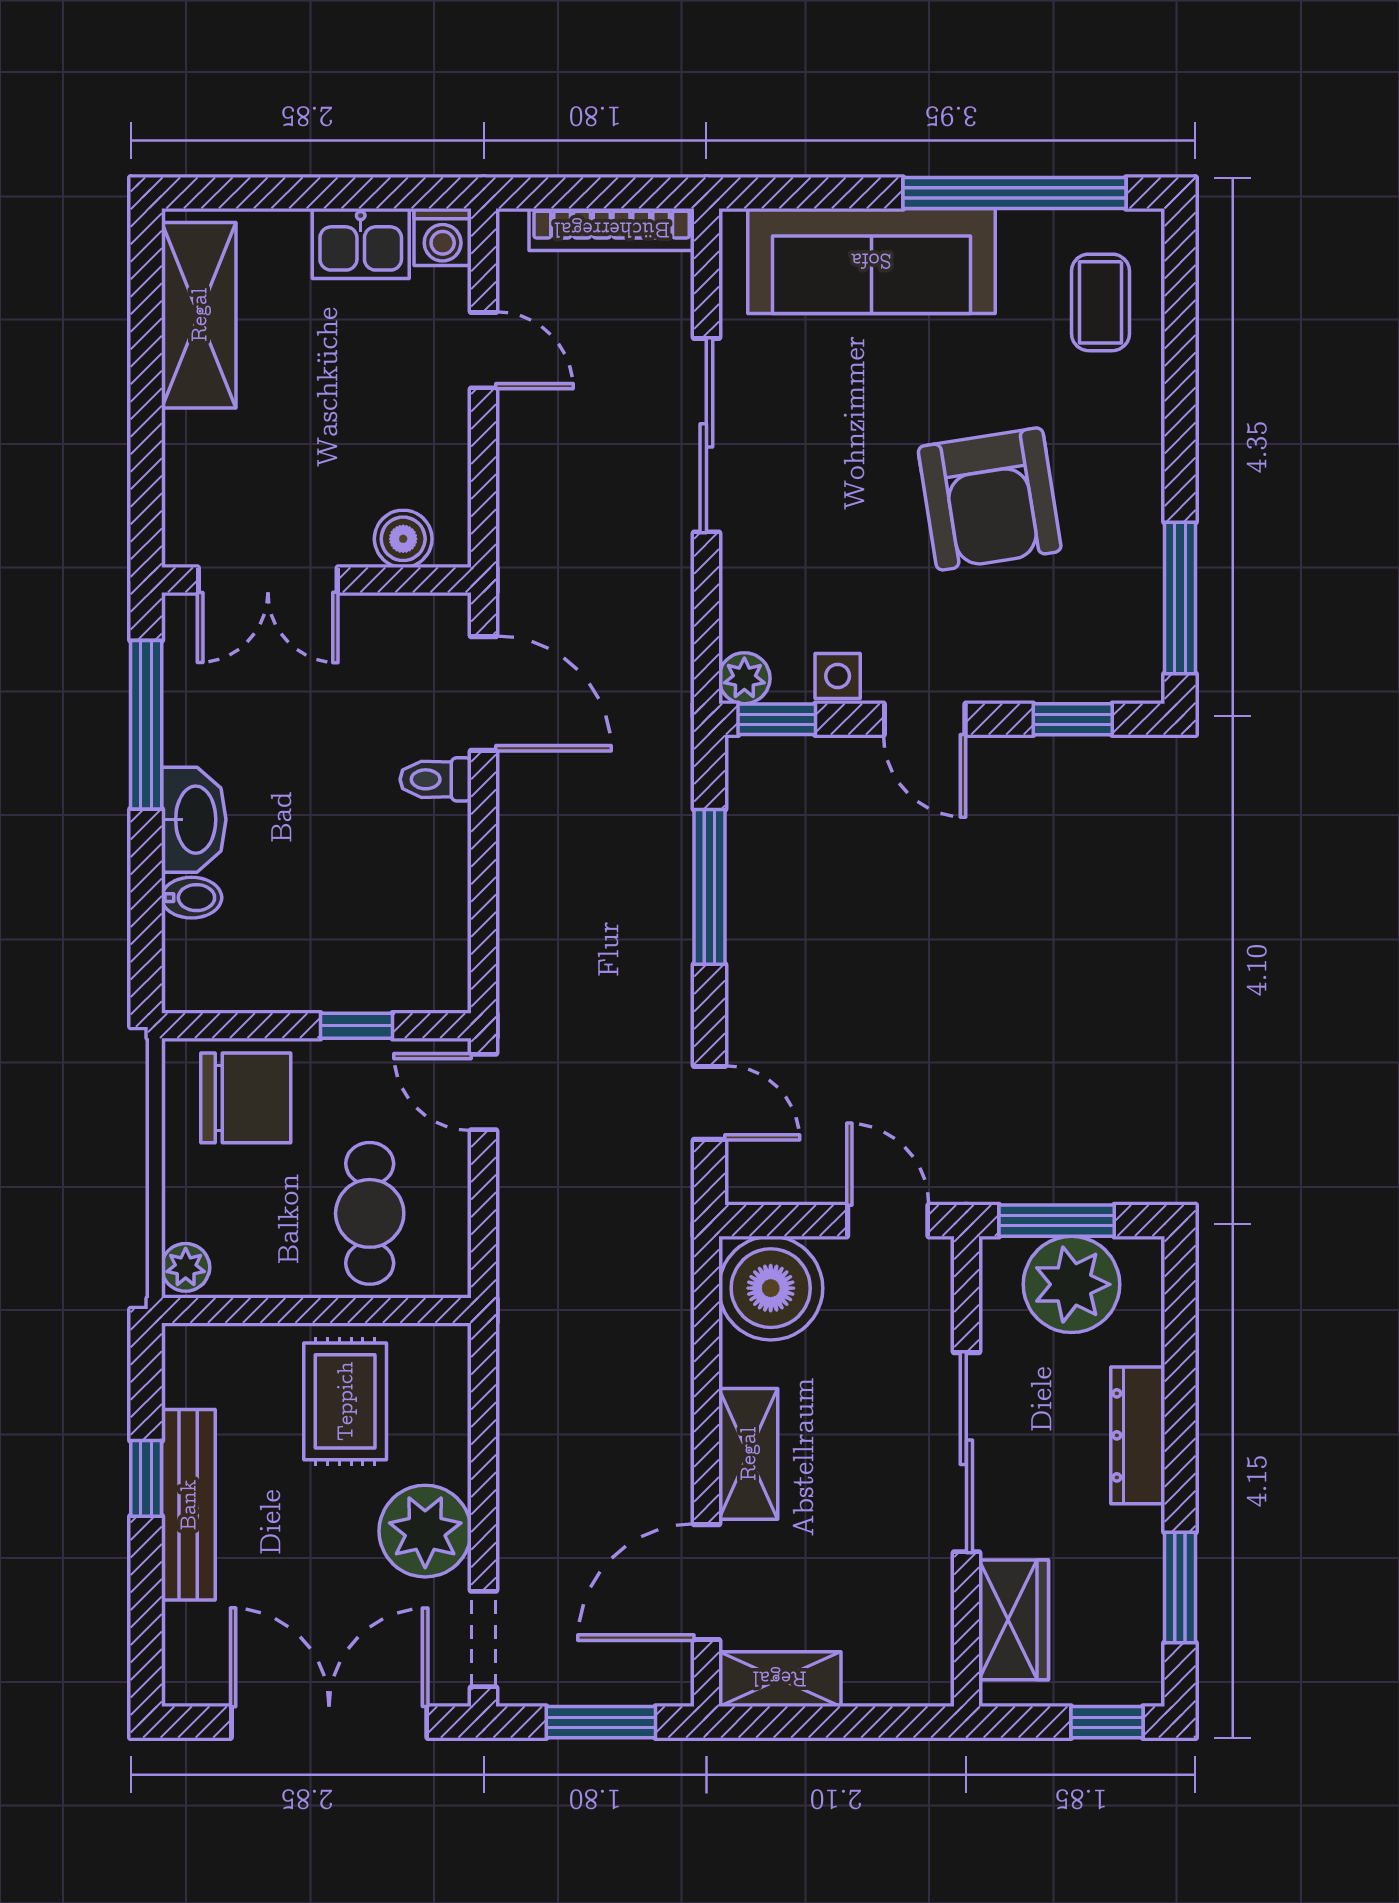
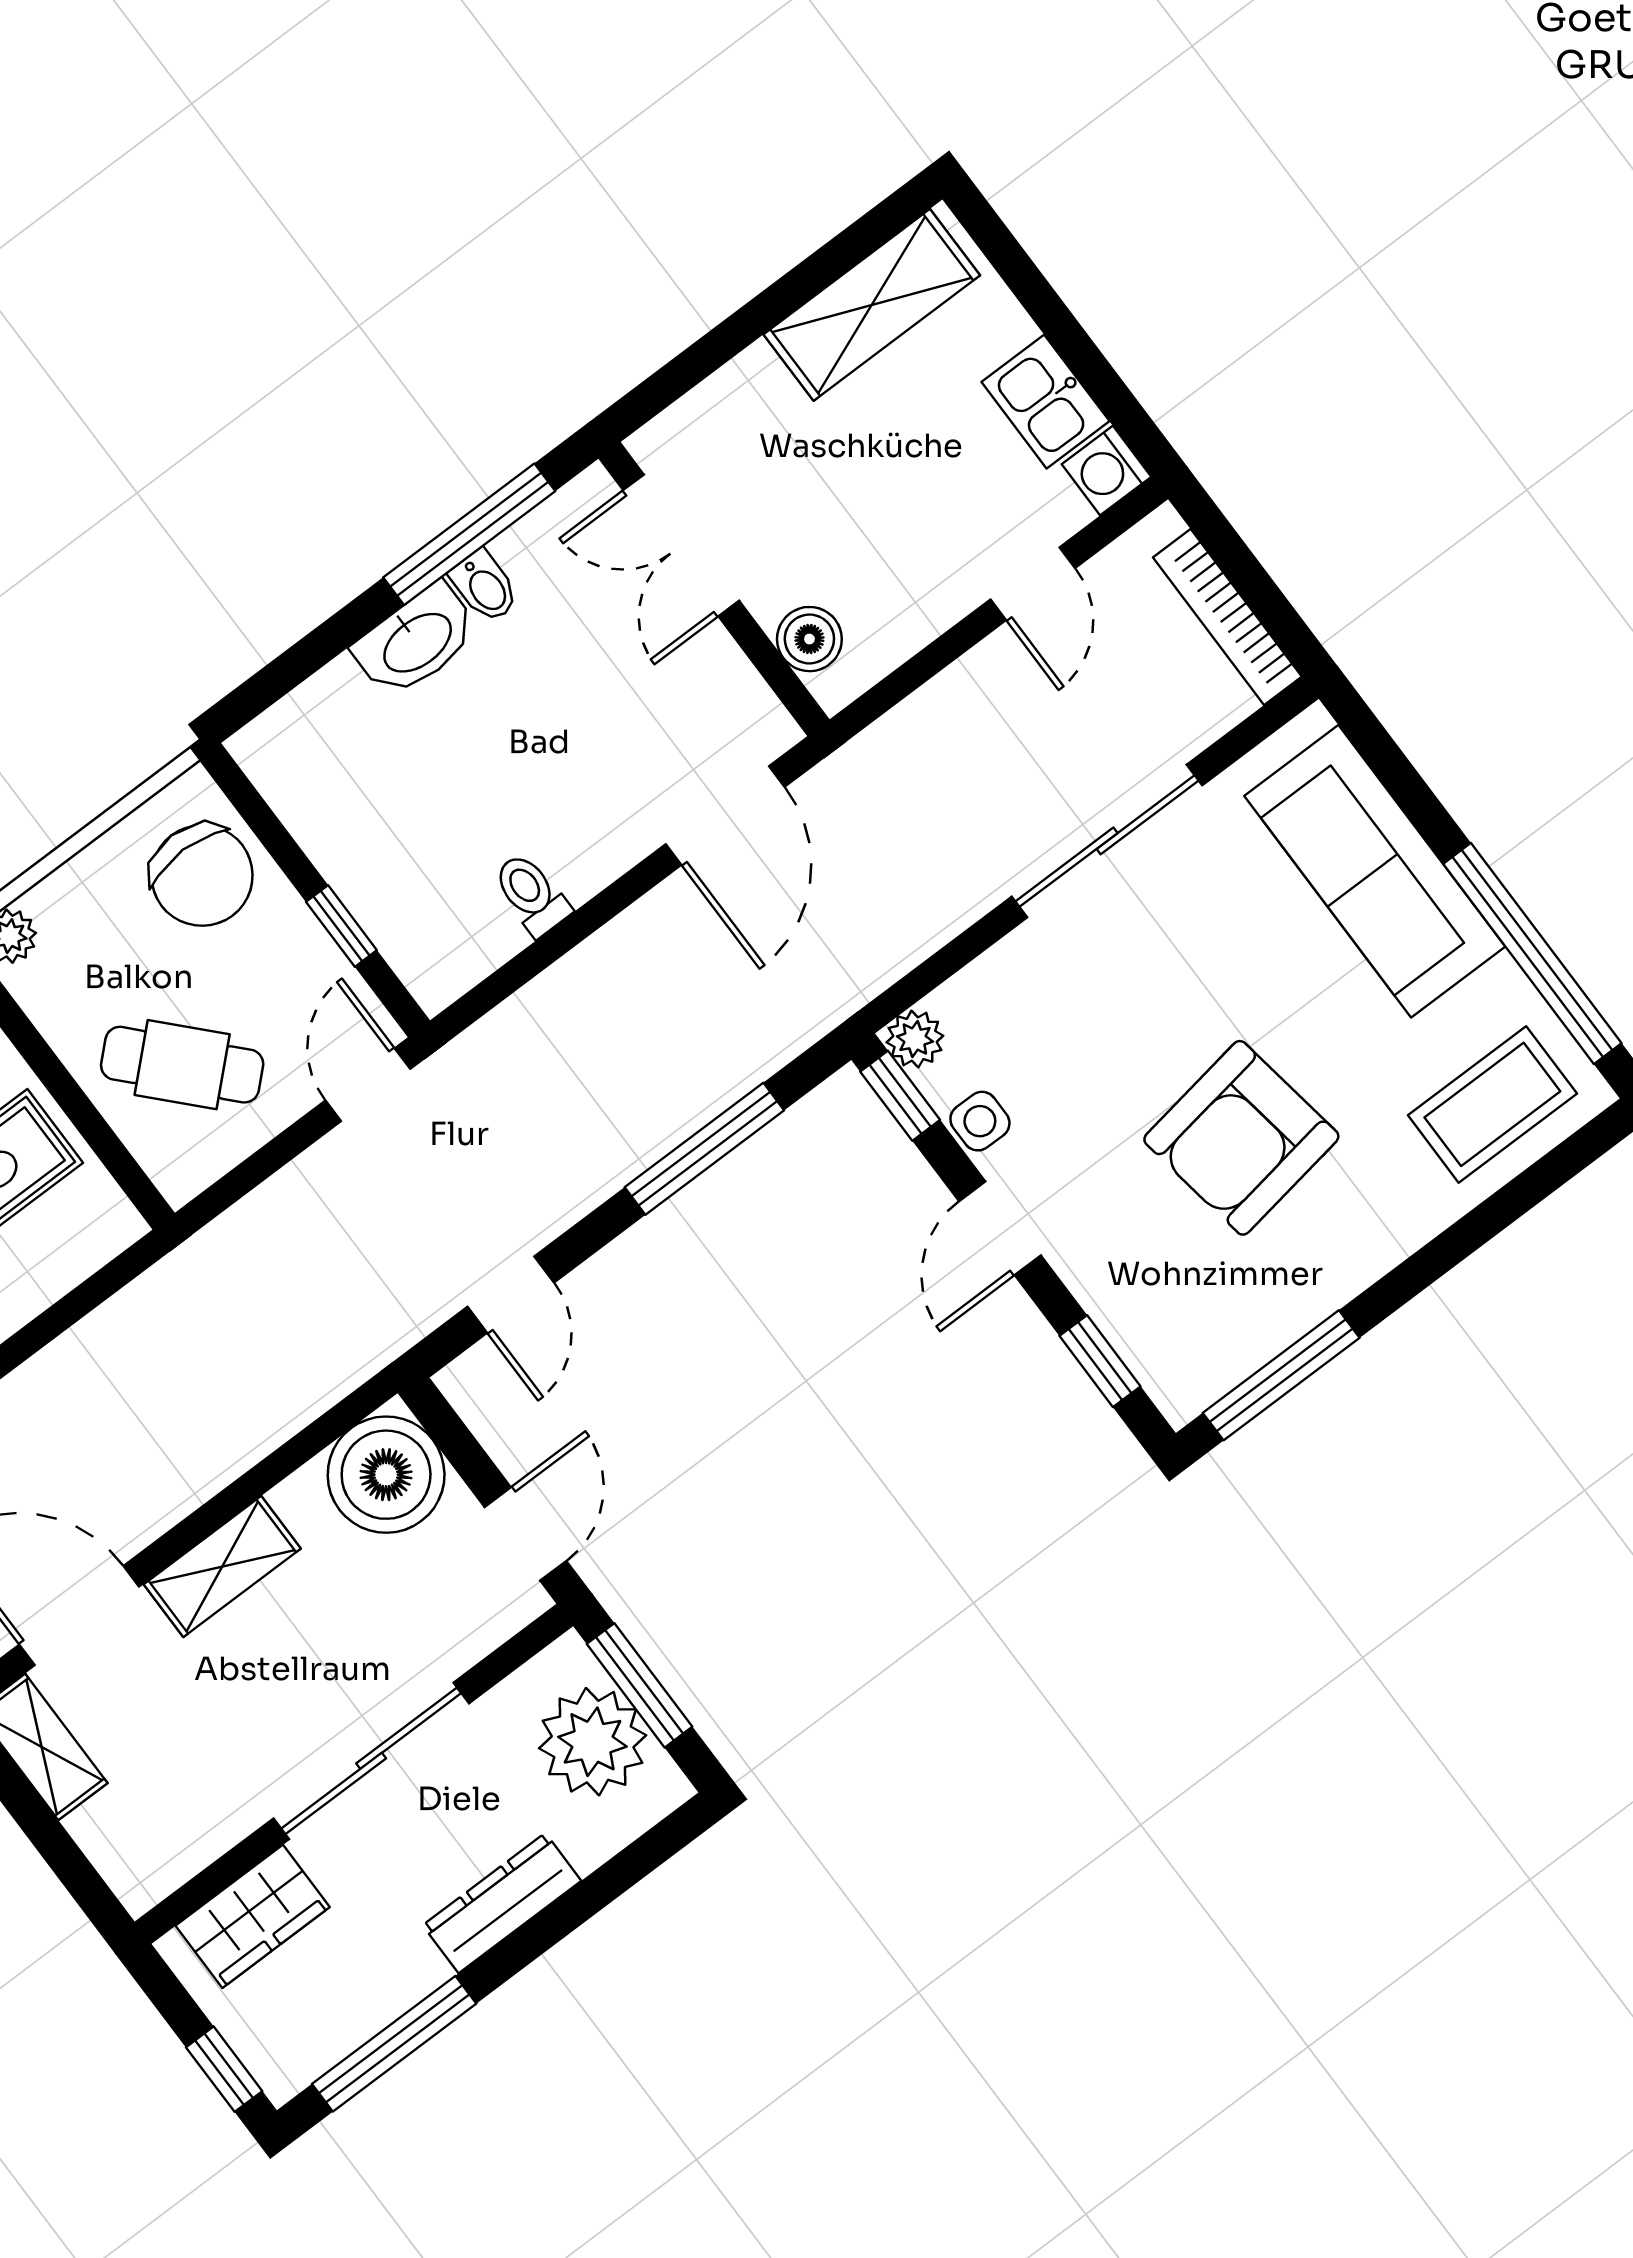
coffee table: (1100, 302) -> (1492, 1104), width x1.36, depth x1.30
toilet: (436, 779) -> (531, 894), moved
bidet: (192, 898) -> (485, 586), moved
cafe table: (370, 1213) -> (182, 1065), turned 47
window: (1180, 1588) -> (394, 2044), width x1.44

